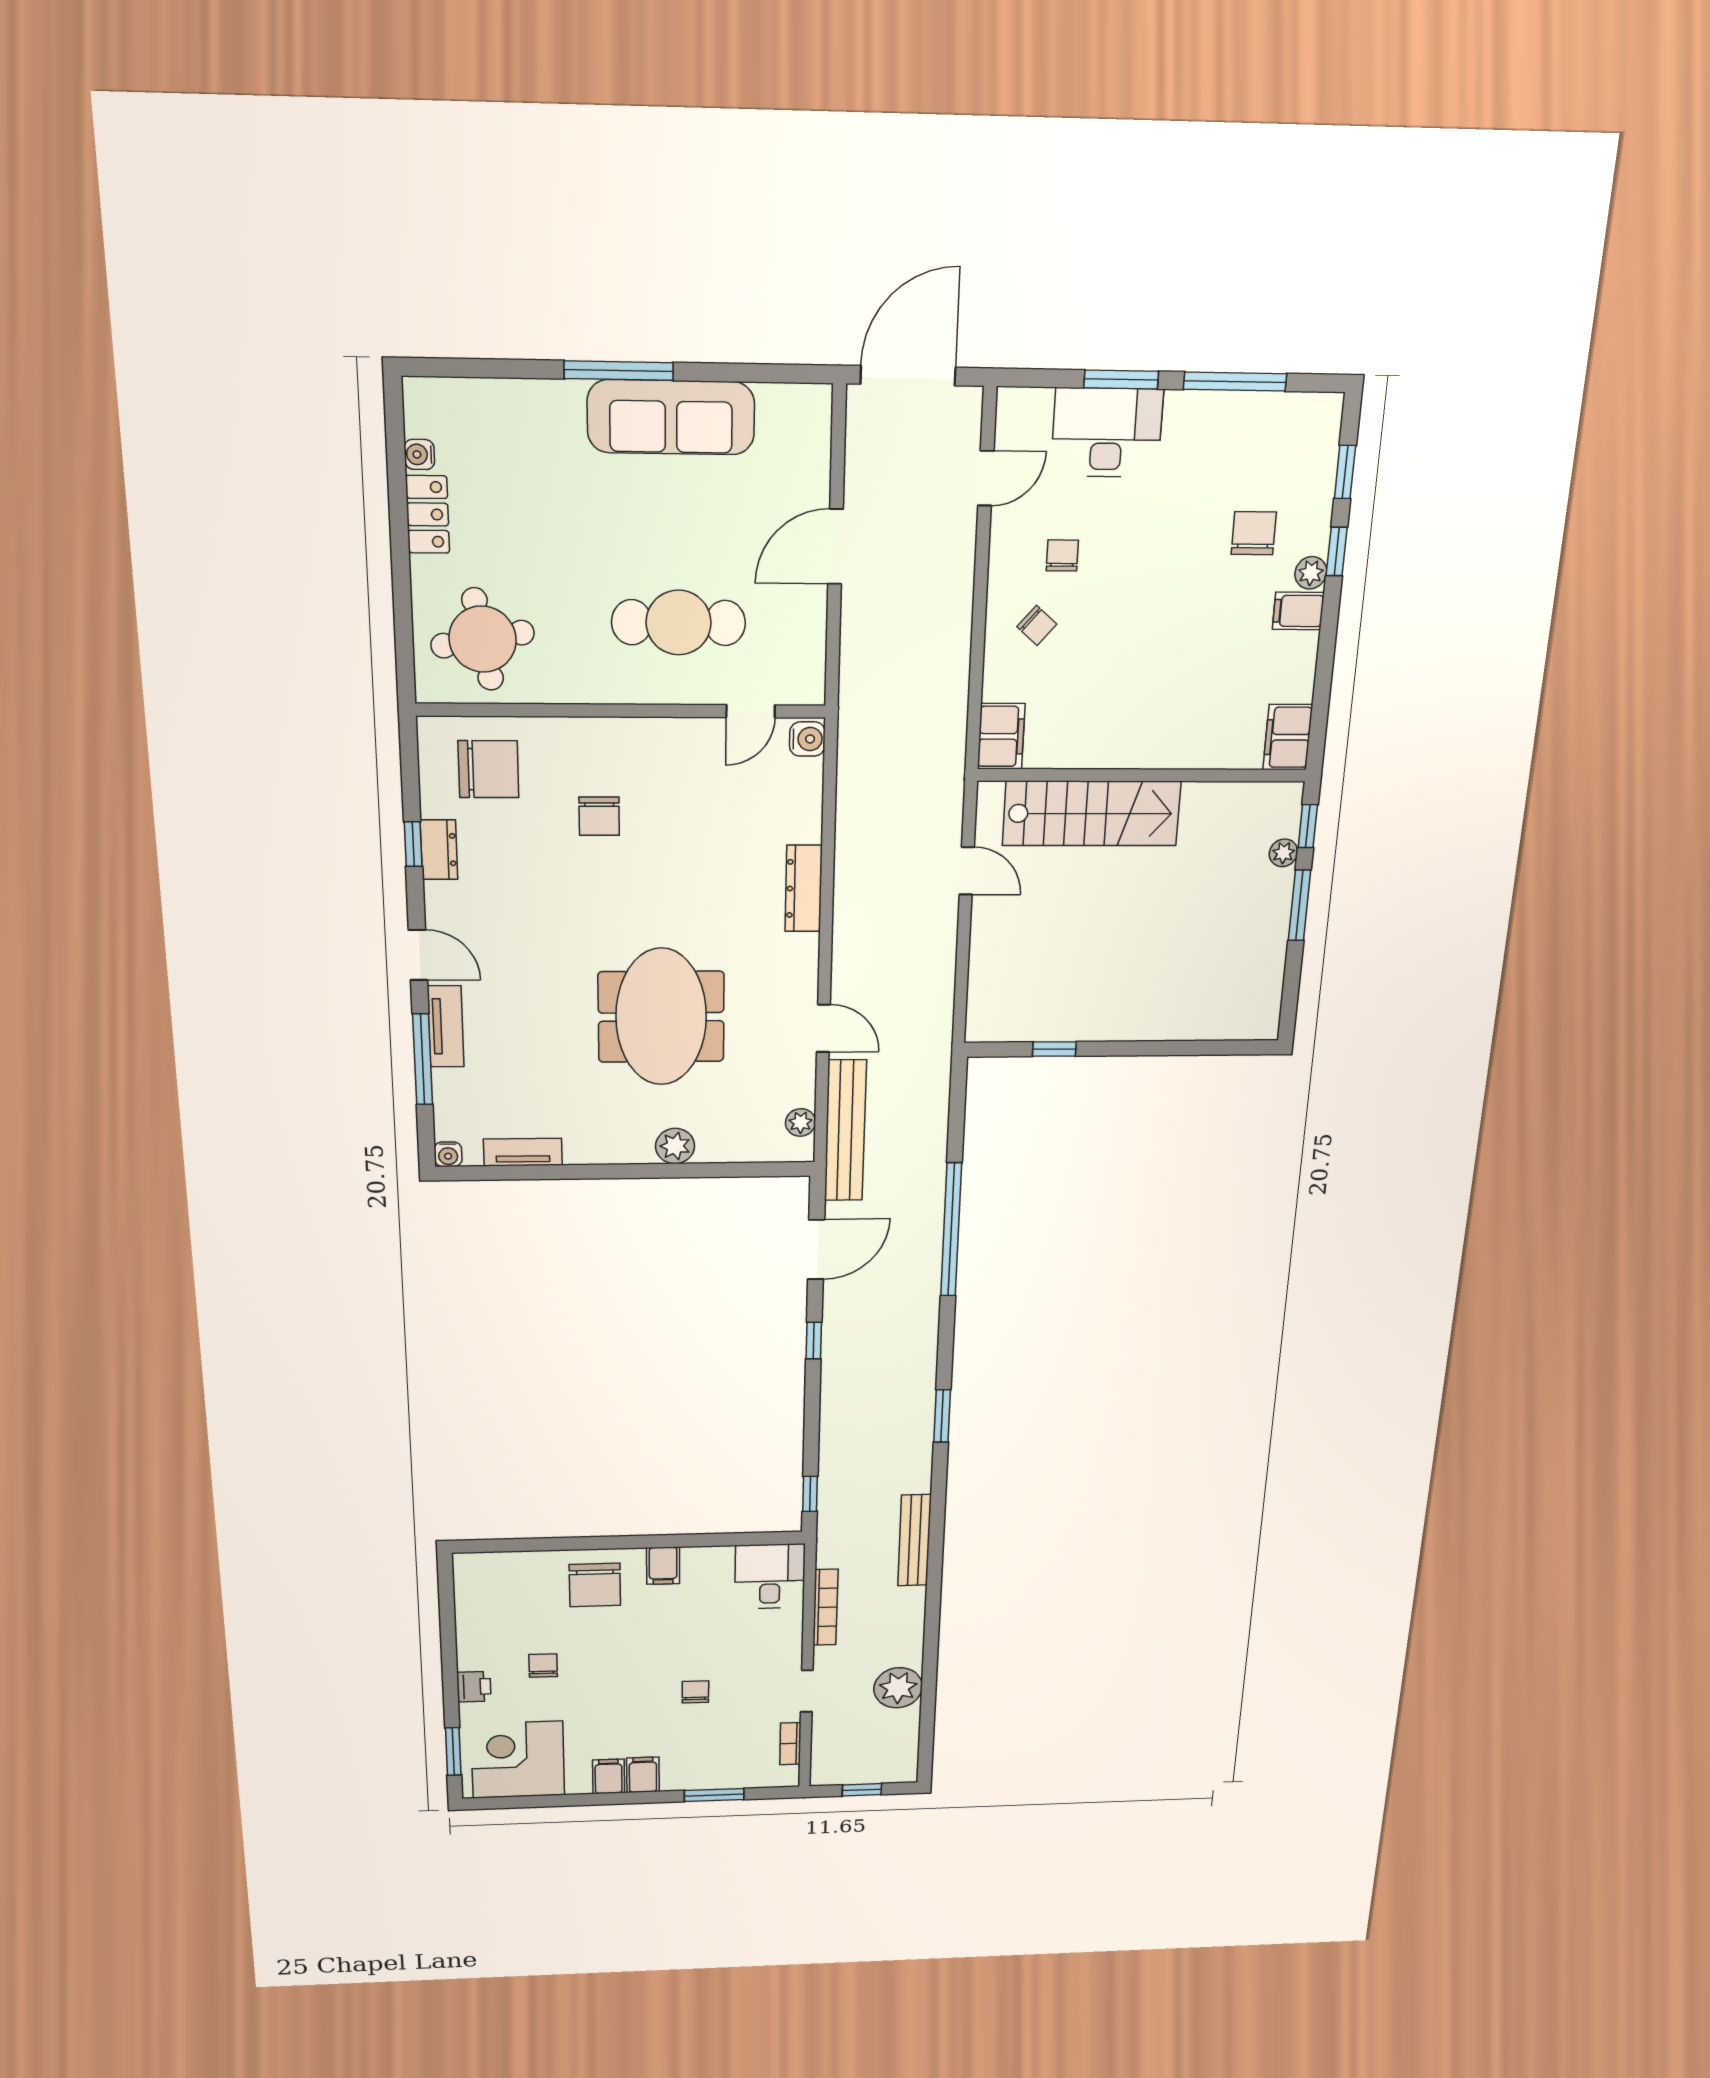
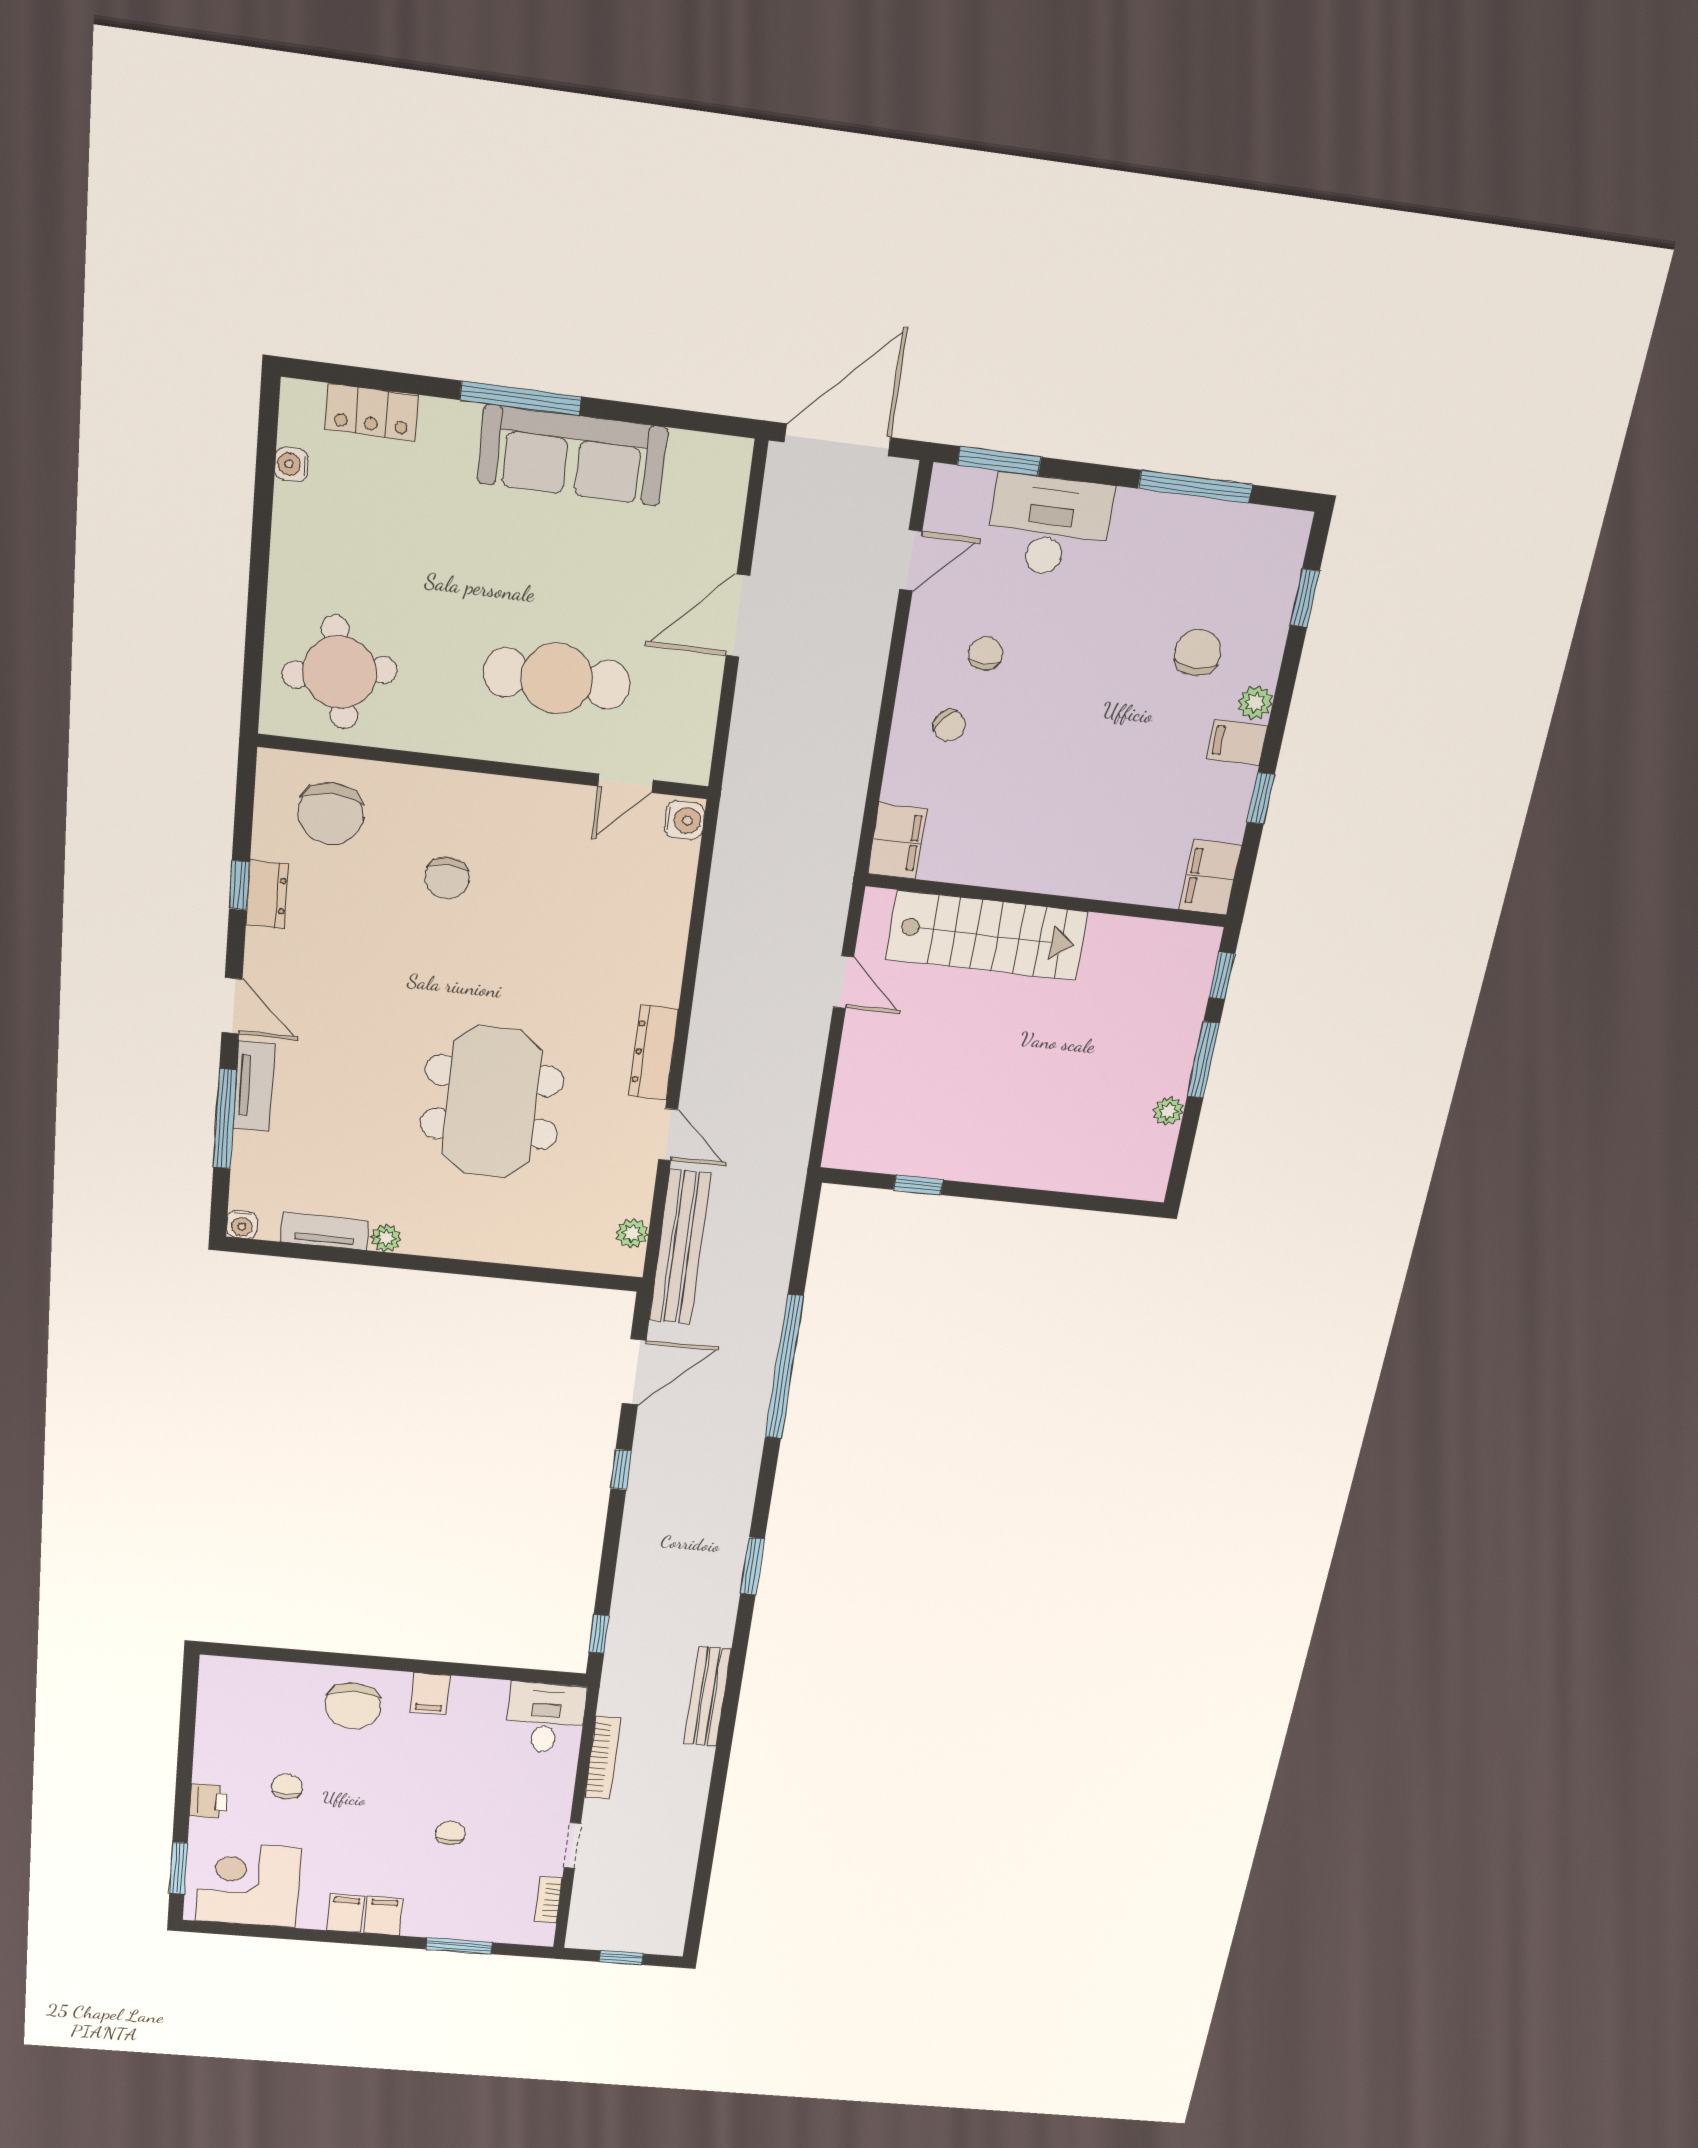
window: (1121, 379) -> (999, 461), moved
locker: (428, 514) -> (372, 412), moved, turned 90
window: (1337, 552) -> (1261, 798), moved
chair: (488, 769) -> (331, 814), turned 90
plant: (1283, 853) -> (1168, 1111), moved
dresser: (804, 888) -> (653, 1053), moved
plant: (675, 1146) -> (386, 1238), moved, width x0.73, depth x0.73
plant: (898, 1688) -> (673, 1853), removed

